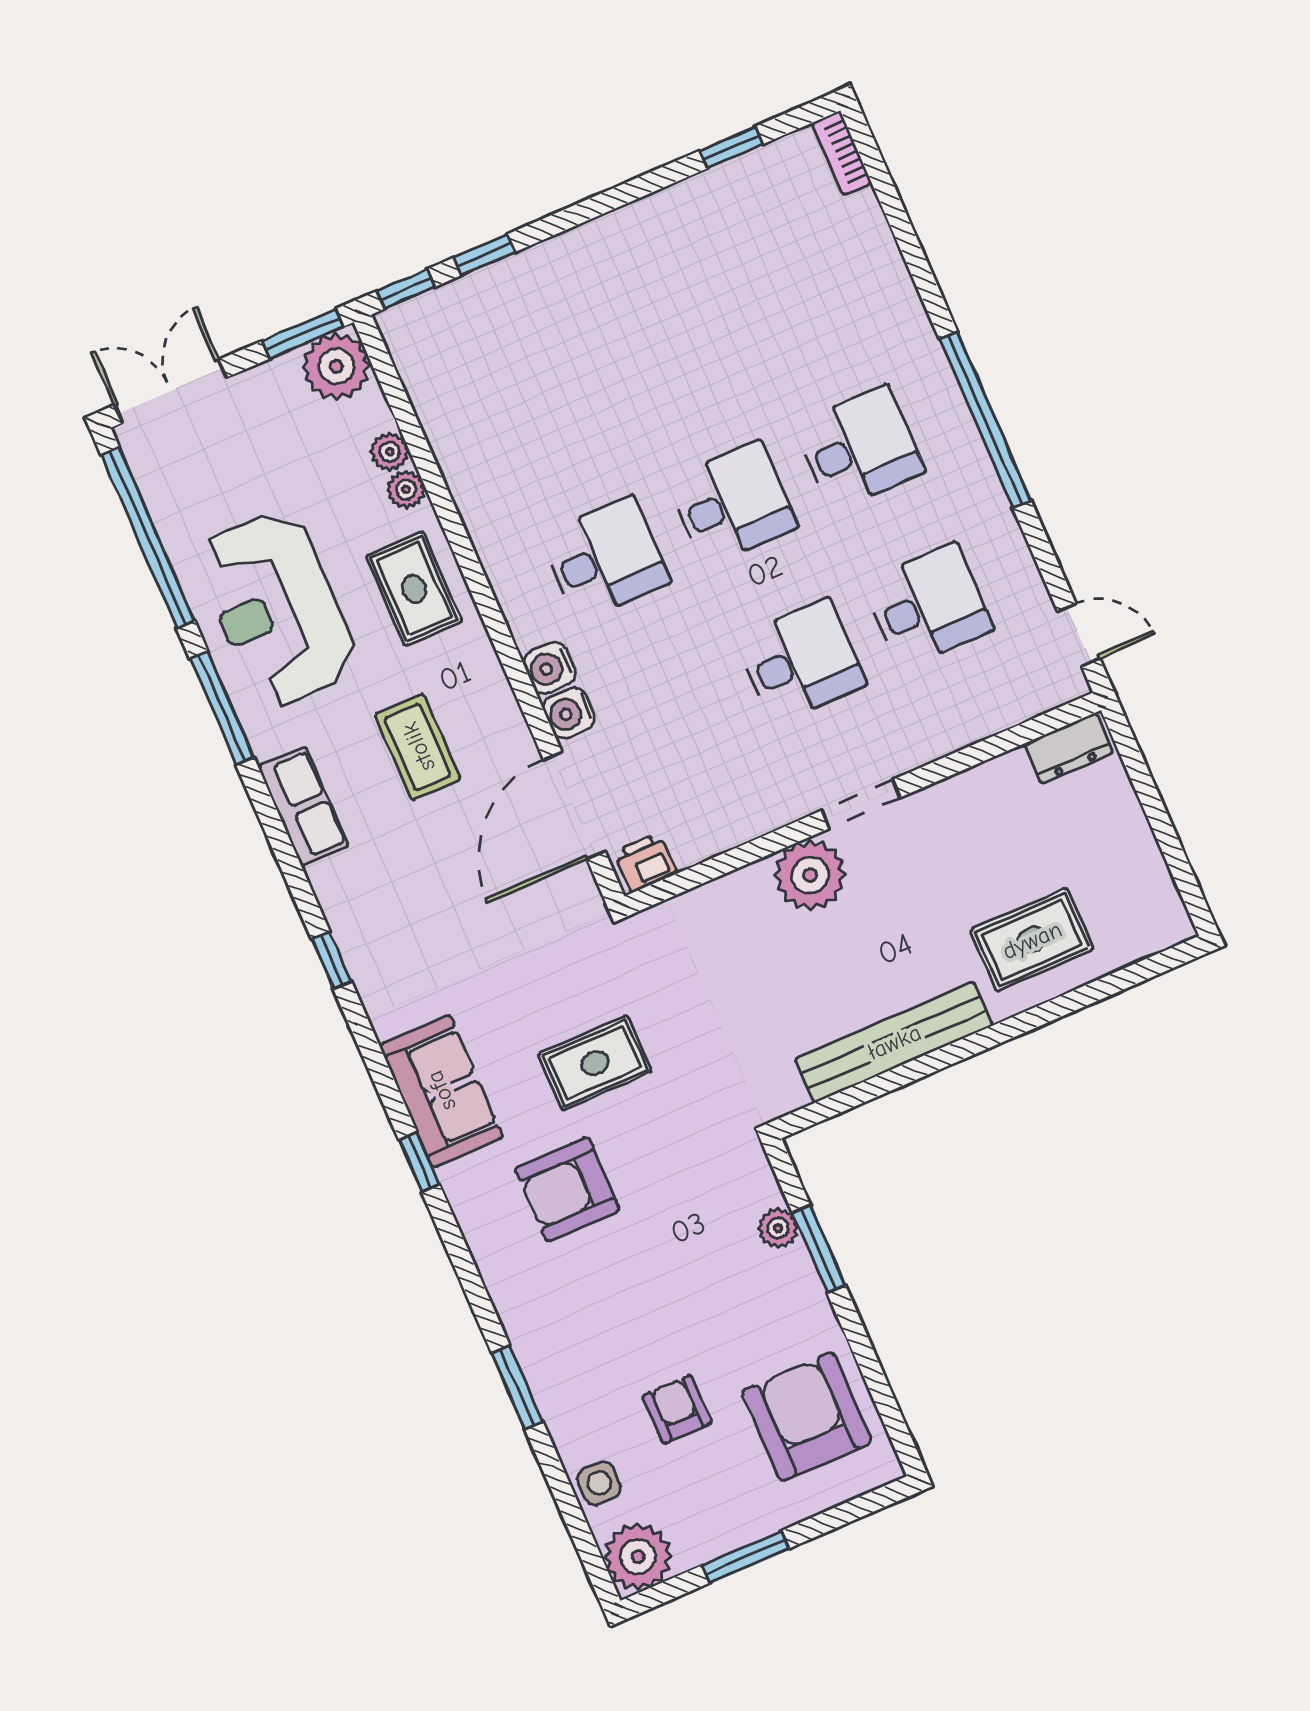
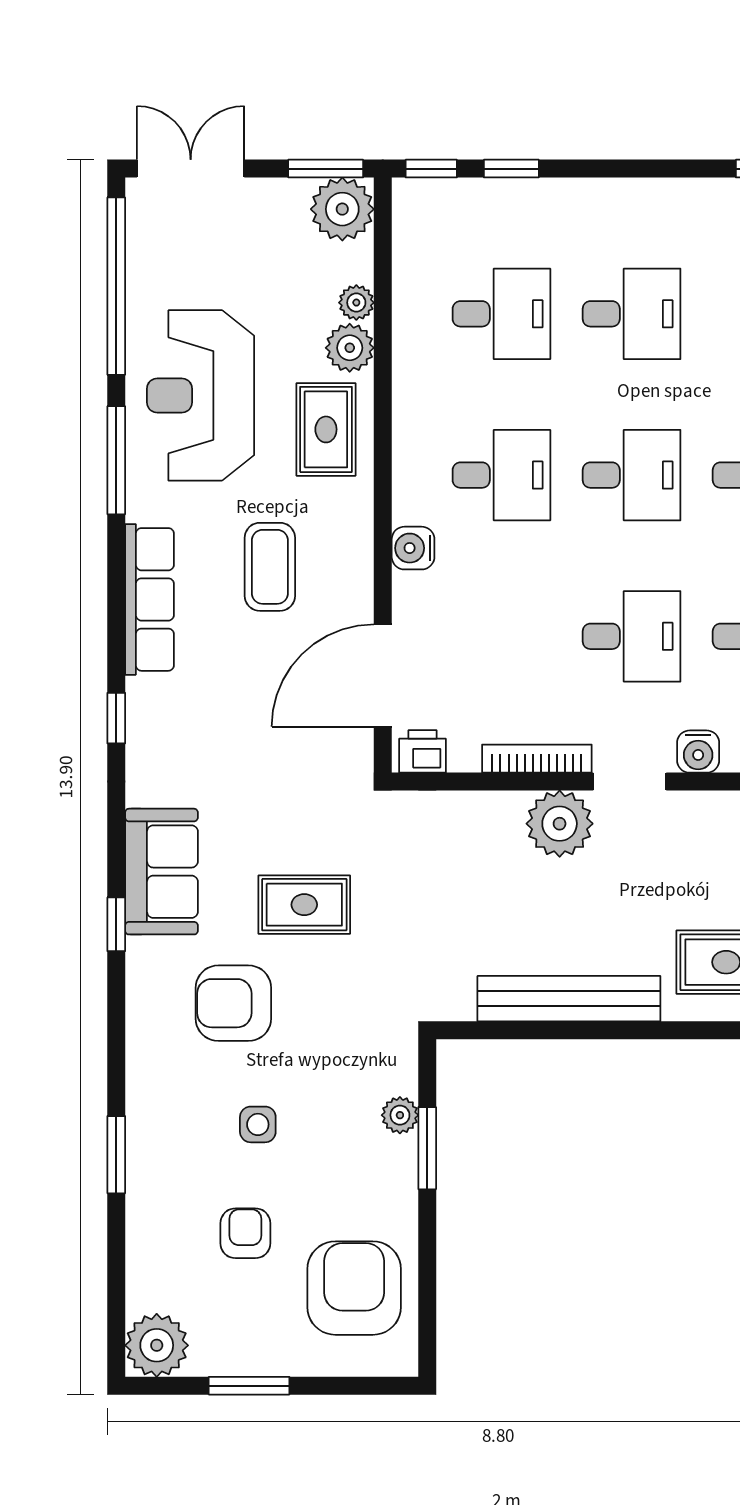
desk: (664, 346) -> (632, 314), added
desk: (537, 401) -> (501, 314), added
plant: (406, 490) -> (350, 348), width x1.38, depth x1.38
water cooler: (569, 713) -> (698, 752), moved, turned -90
row of seats: (303, 806) -> (150, 599), width x1.48
bookcase: (760, 821) -> (537, 759), added
side table: (599, 1483) -> (258, 1124), moved

